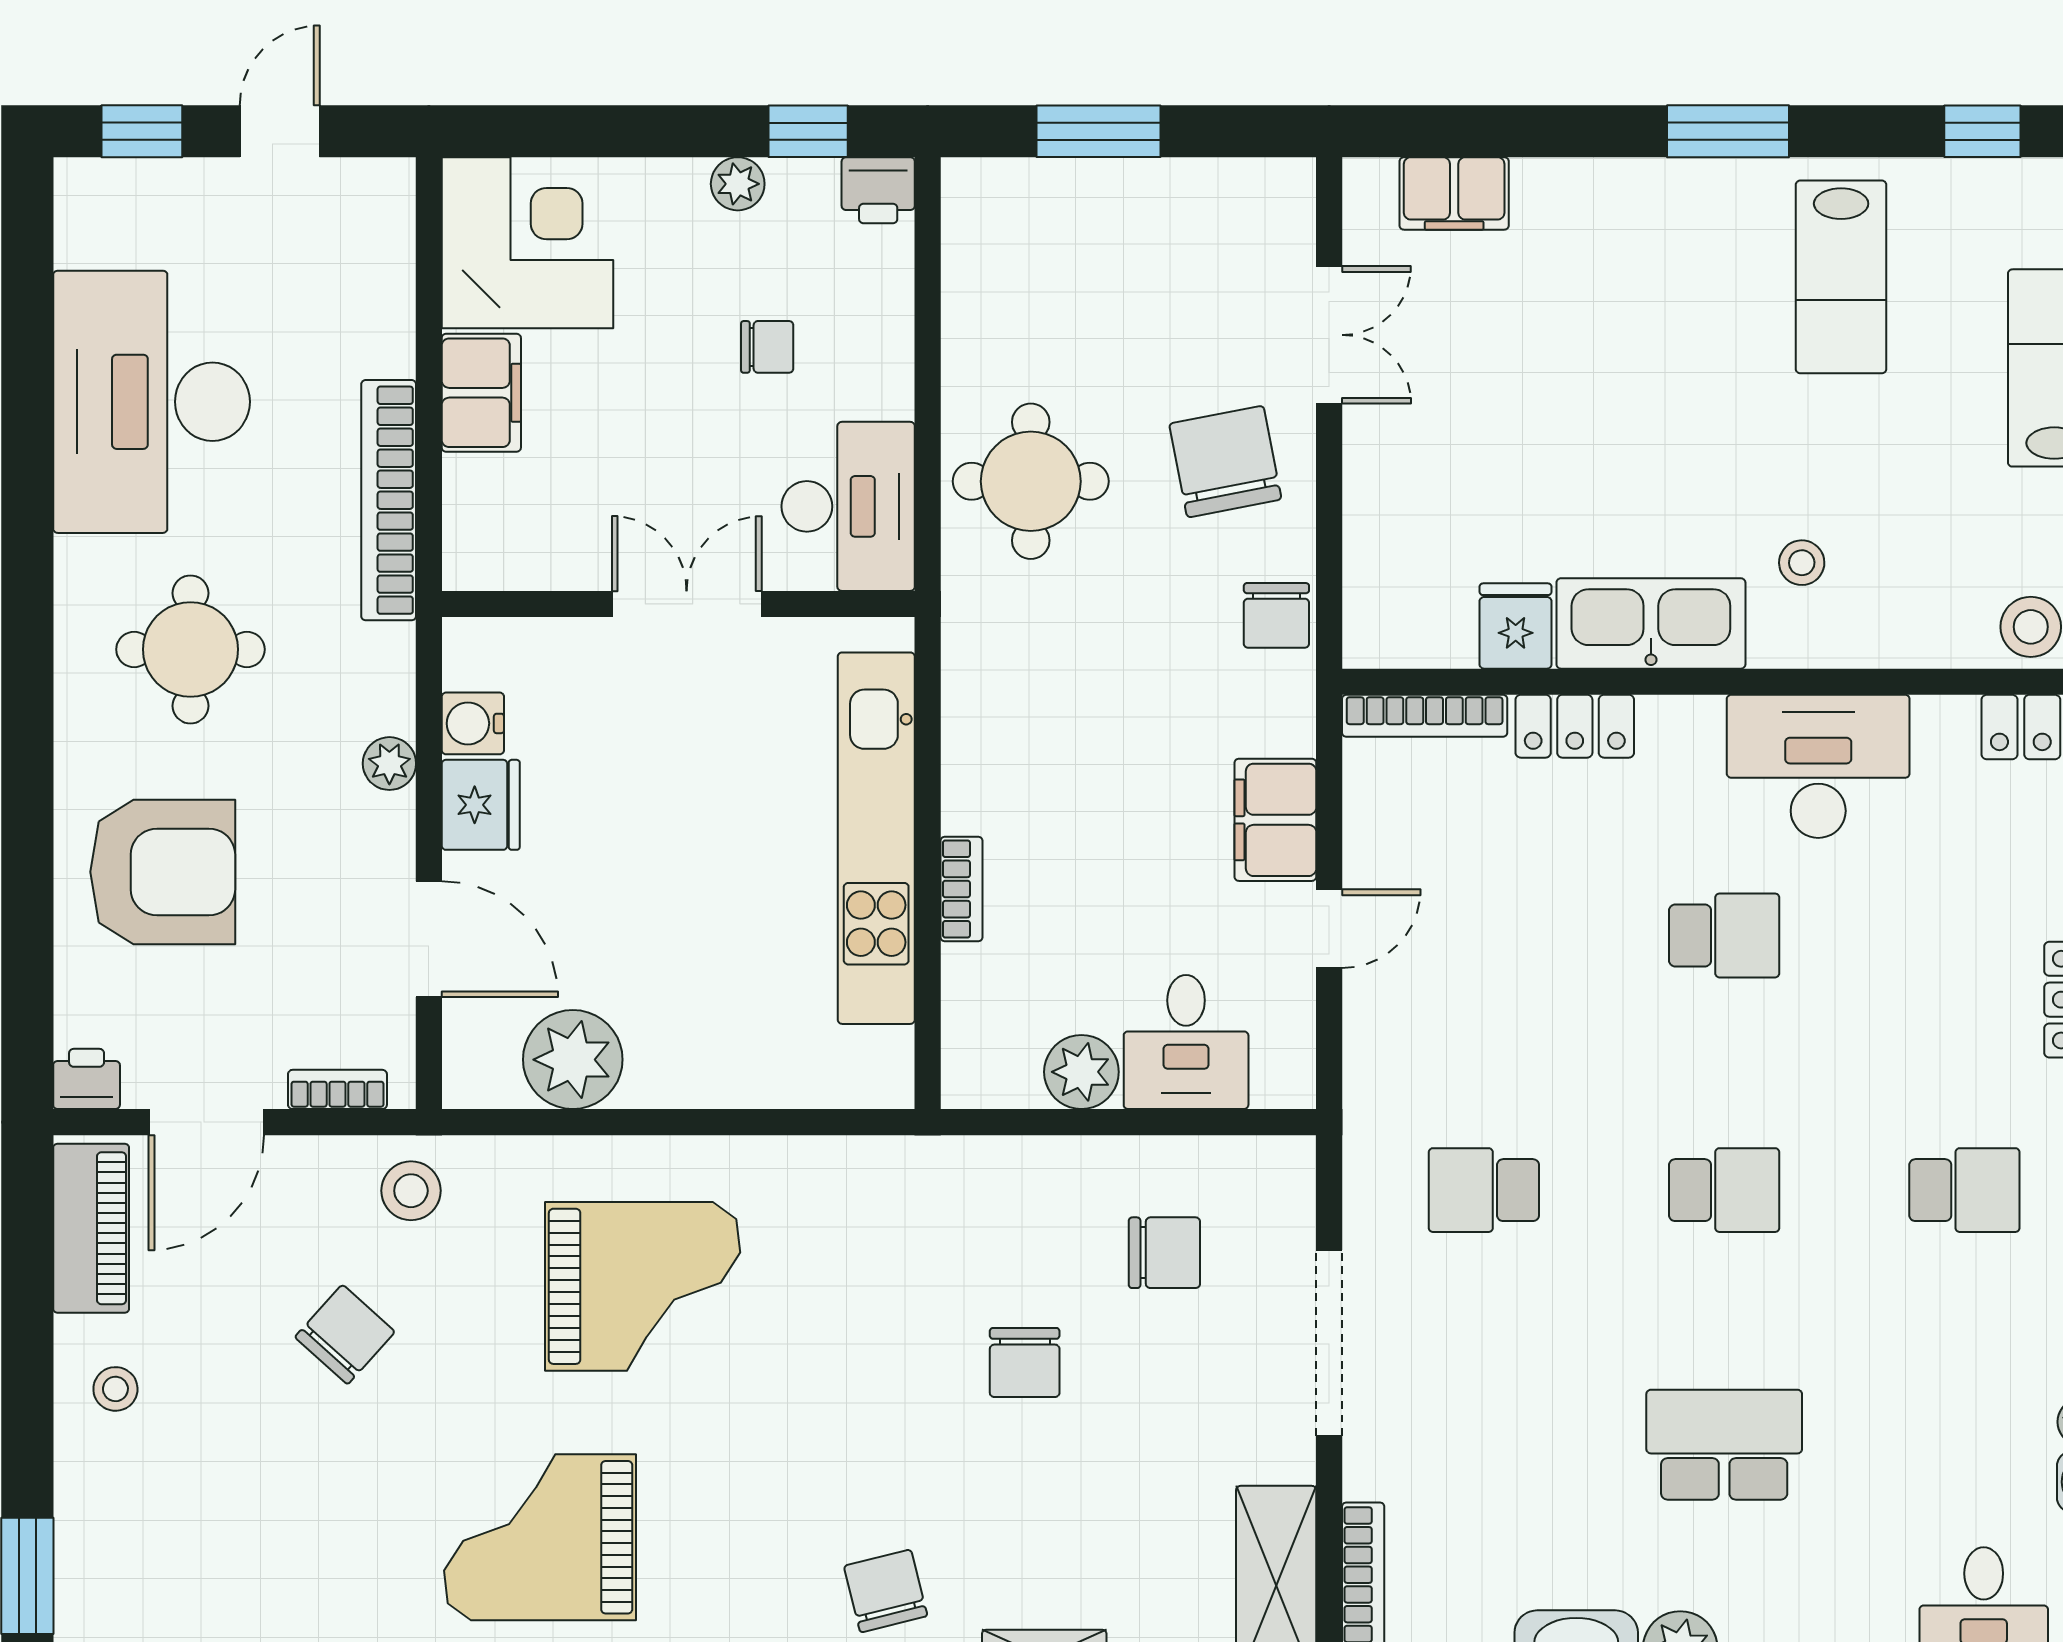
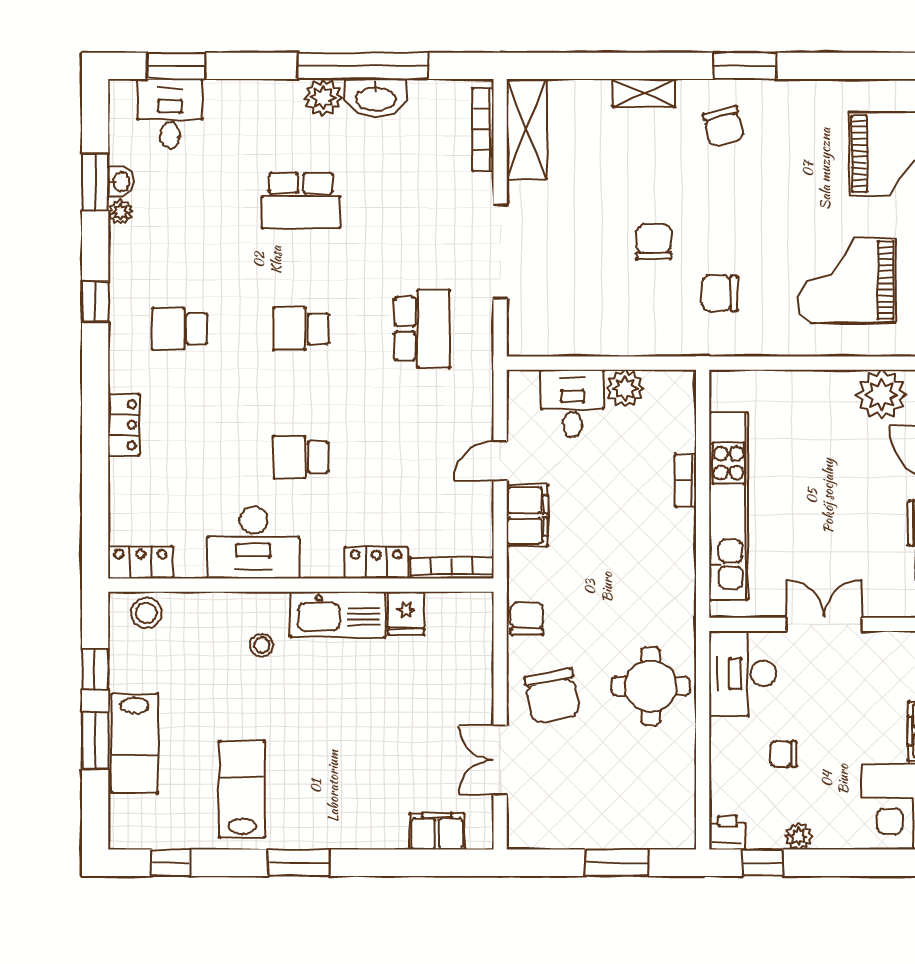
double door: (687, 604) -> (824, 624), swing flipped
school desk: (1484, 1190) -> (422, 329), width x1.85
chair: (1164, 1253) -> (720, 293), moved

